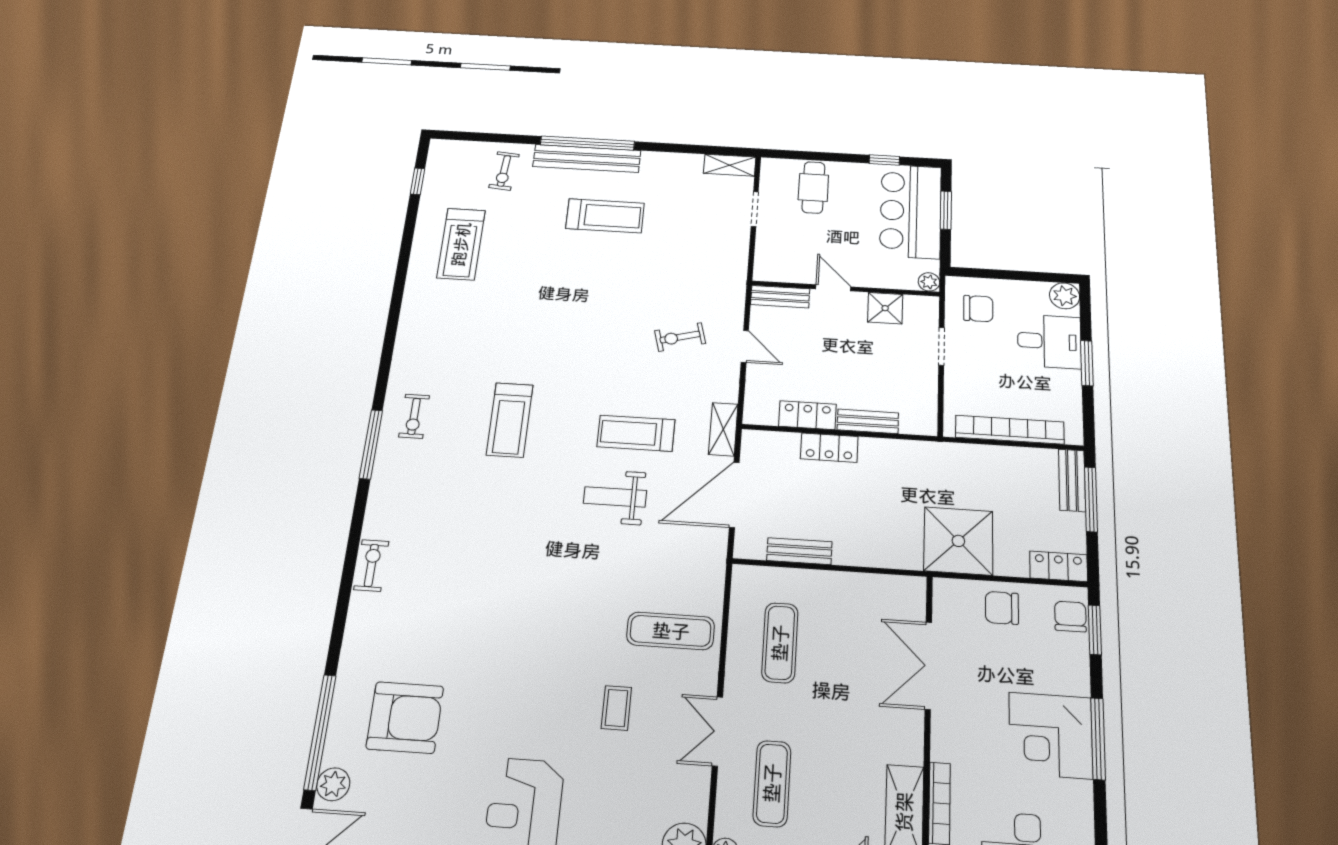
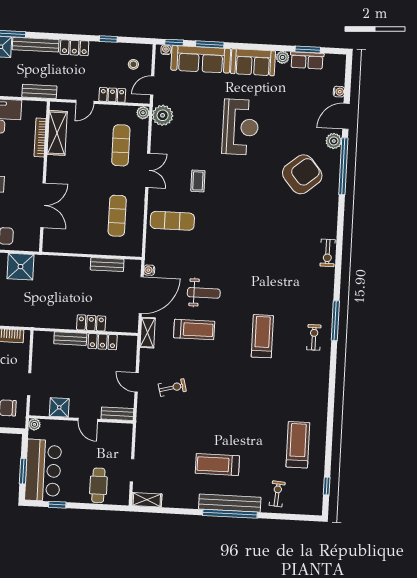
water cooler: (718, 540) -> (149, 270), added
shower: (958, 541) -> (21, 267), width x0.73, depth x0.73
armchair: (405, 717) -> (302, 174), turned 140

